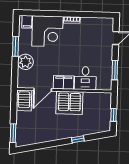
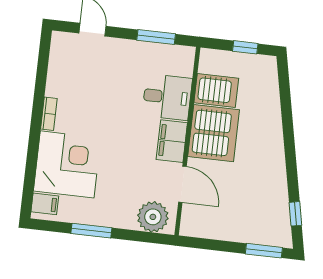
plant: (25, 62) -> (153, 217), moved
server rack: (24, 100) -> (216, 90), moved
window: (78, 139) -> (295, 214), moved

